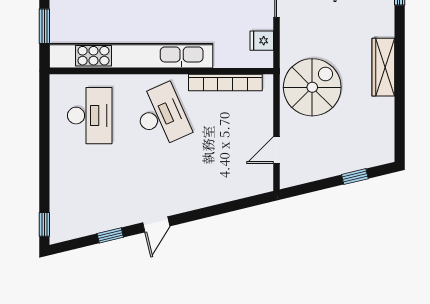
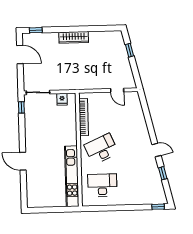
window: (44, 26) -> (58, 209), removed
kitchen unit: (131, 56) -> (72, 176), width x0.73
spiral stairs: (312, 87) -> (85, 73), removed

